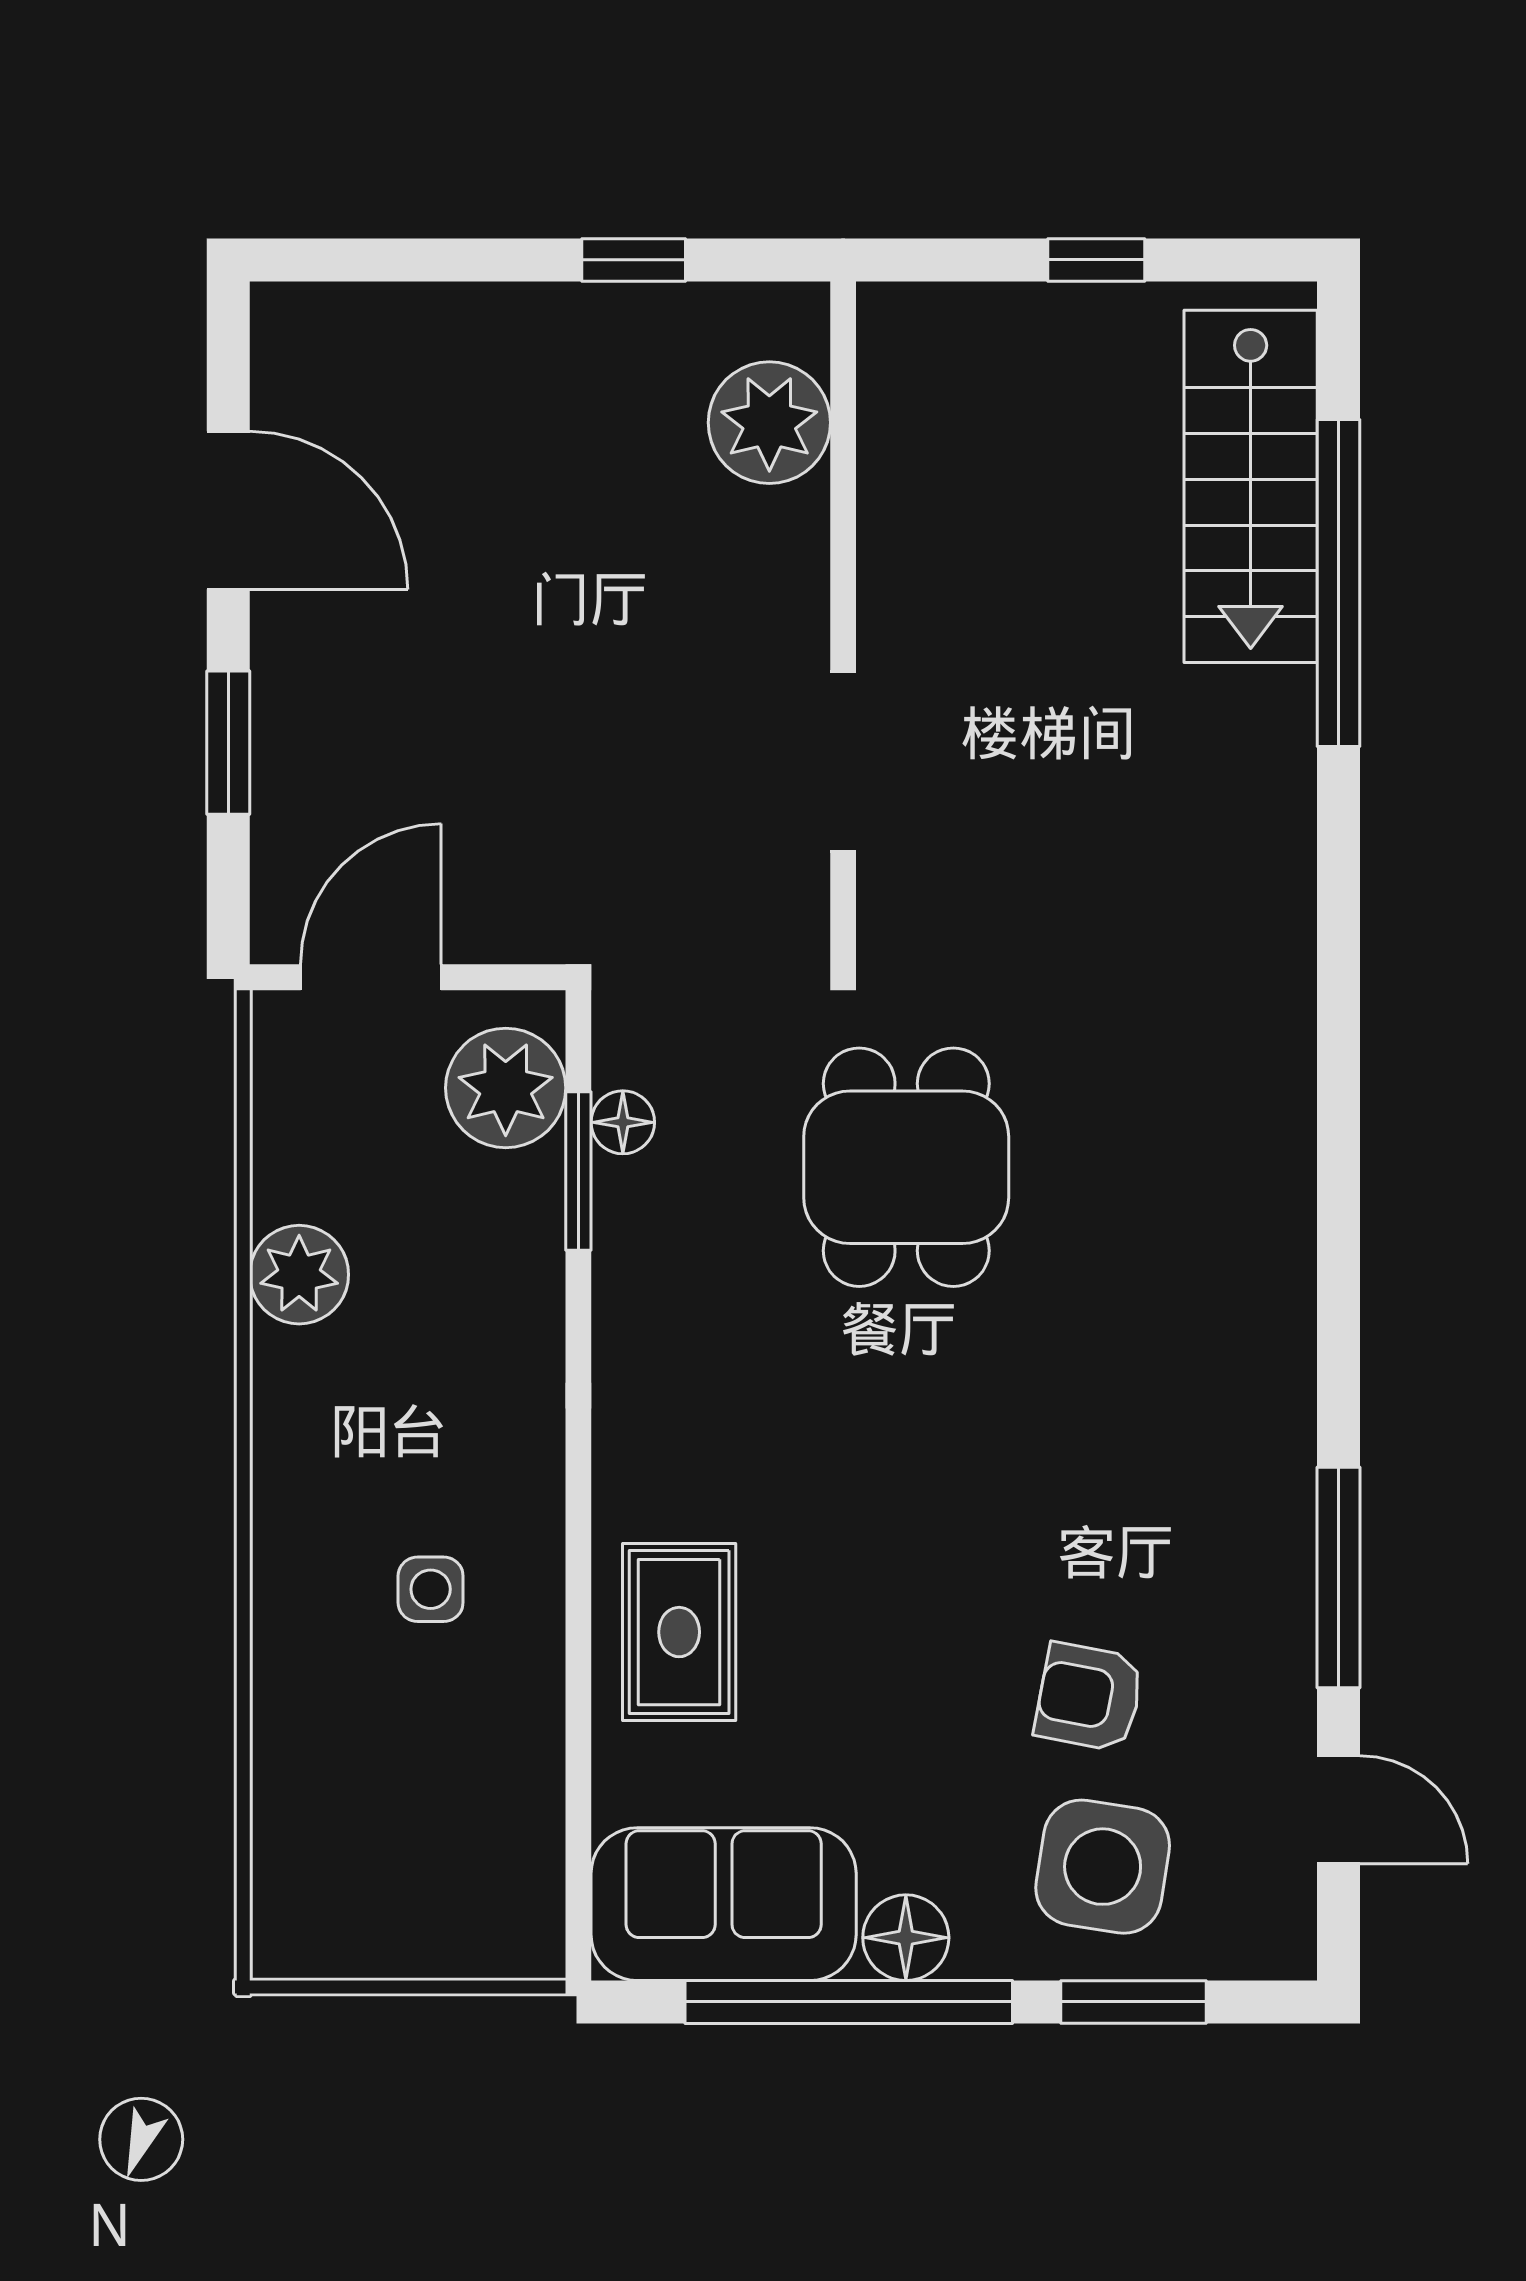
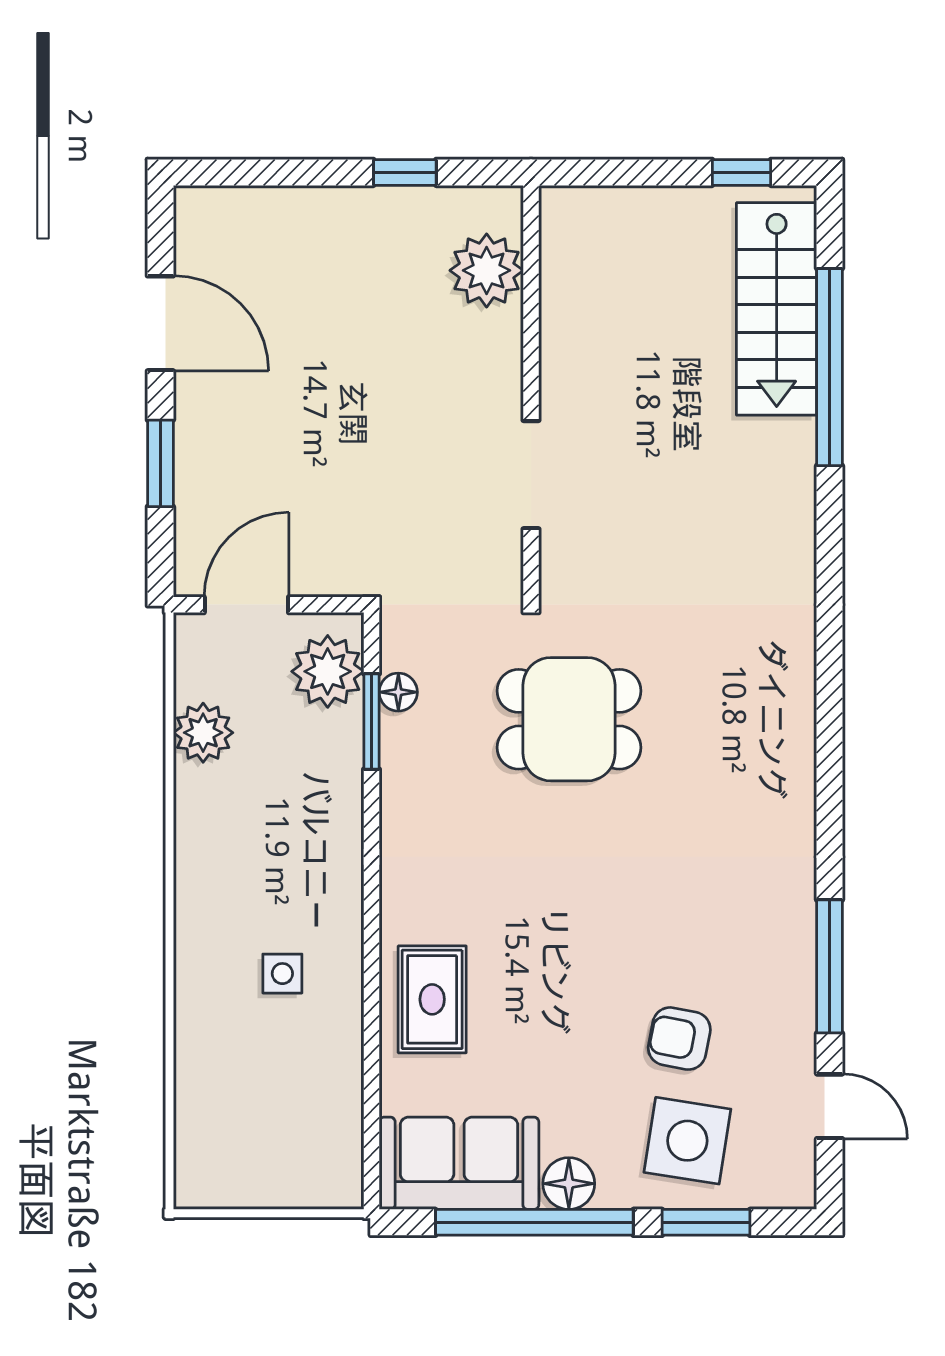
window: (1096, 260) -> (741, 172), moved
dining table: (906, 1167) -> (569, 719), turned 90
plant: (299, 1275) -> (203, 733), moved

